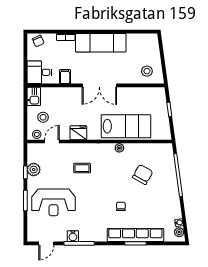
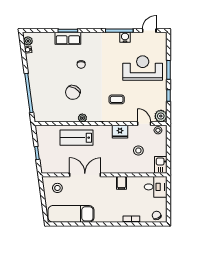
exam couch: (101, 43) -> (71, 214), moved
filing cabinet: (65, 77) -> (121, 183), moved
double door: (99, 85) -> (85, 175), moved
stool: (43, 117) -> (138, 151), moved
lab bench: (126, 126) -> (77, 138), width x0.73, depth x0.72
door: (52, 142) -> (144, 124), swing flipped
plant: (34, 170) -> (161, 116), moved
chair: (143, 174) -> (73, 92), moved
row of seats: (135, 235) -> (68, 38), width x0.50

